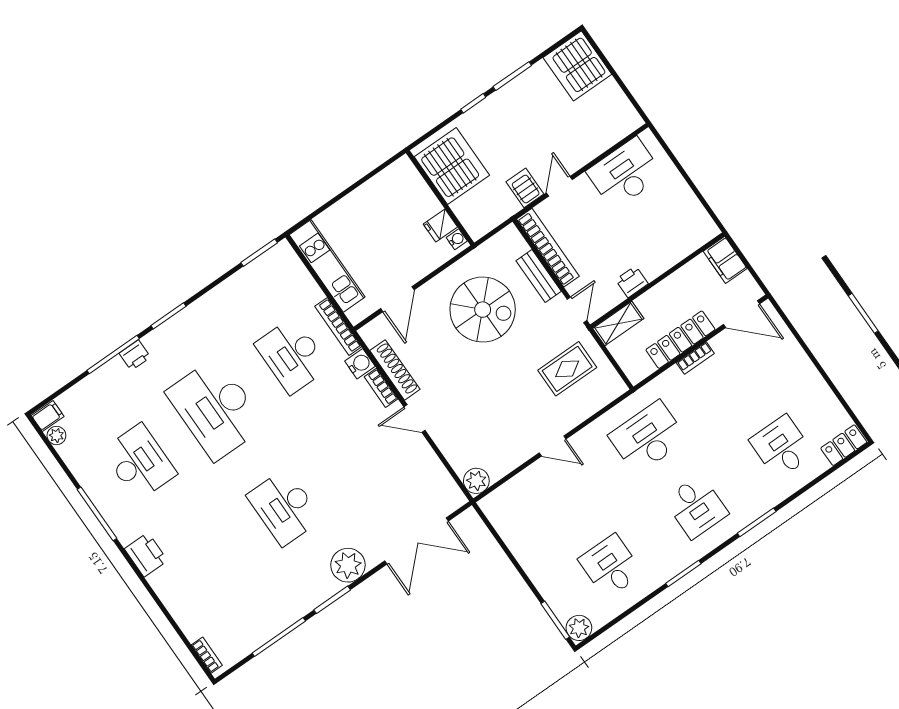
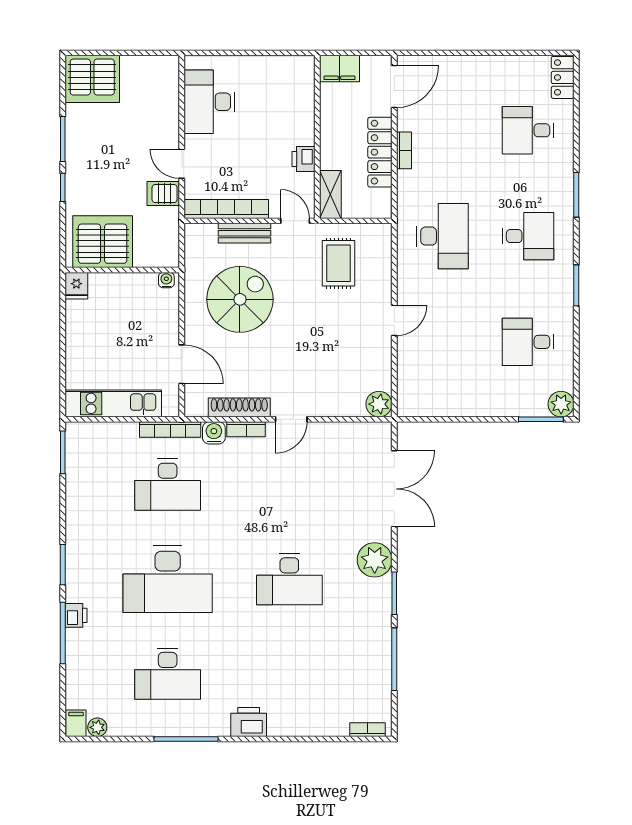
fridge: (440, 225) -> (76, 286), moved
desk: (648, 437) -> (442, 236), turned 180
desk: (139, 462) -> (168, 674), turned 180

